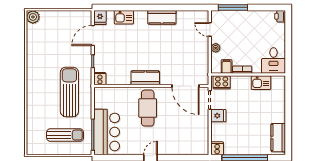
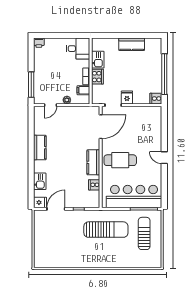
plant: (33, 17) -> (39, 262), removed
door: (93, 35) -> (56, 209), swing flipped
cooker: (100, 79) -> (94, 185), moved
cooker: (222, 82) -> (97, 77), moved
sun lounger: (69, 92) -> (106, 230), turned 180
bar counter: (107, 132) -> (134, 196), width x1.36
kitchen counter: (278, 138) -> (132, 44), moved

